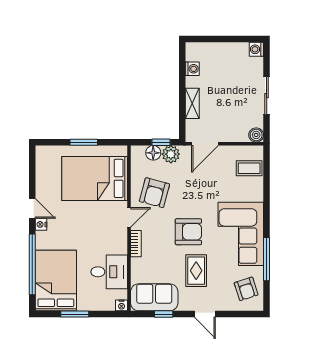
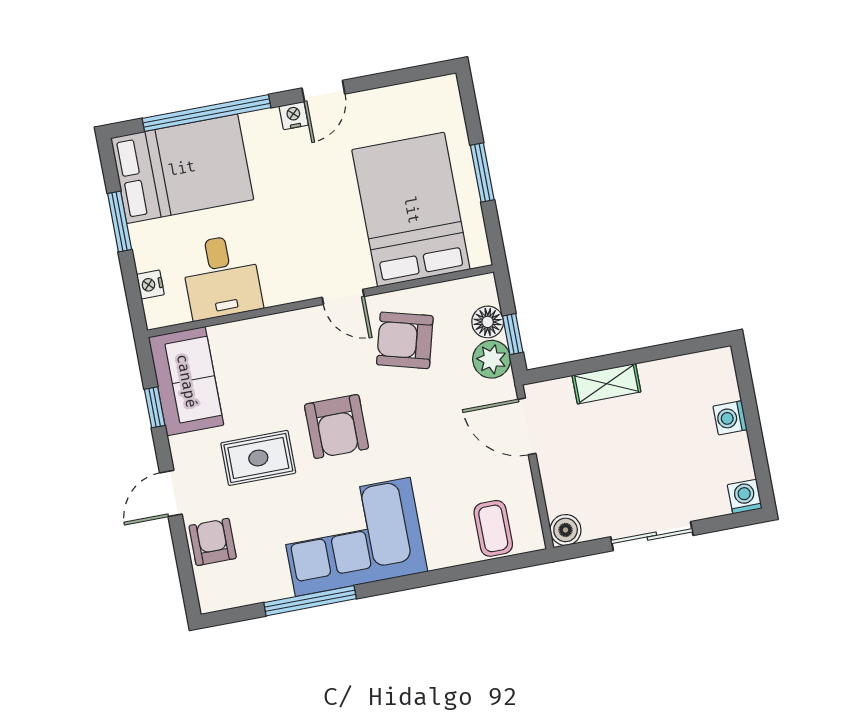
washing machine: (192, 69) -> (730, 418), moved, turned 90
bookcase: (136, 244) -> (291, 322), removed
armchair: (246, 289) -> (213, 542), moved, turned 108
nightstand: (122, 305) -> (150, 284), moved

